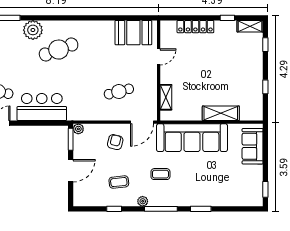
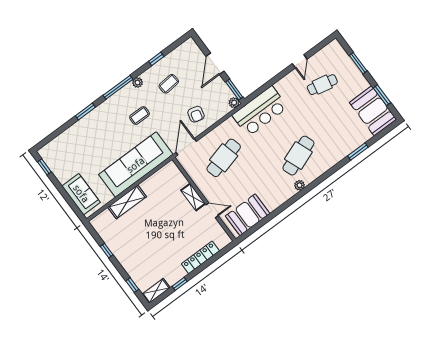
plant: (33, 30) -> (299, 185), moved, width x0.53, depth x0.53
door: (159, 57) -> (212, 210), swing flipped
cafe table: (119, 92) -> (224, 158), width x1.37, depth x1.35
shelving: (166, 97) -> (193, 197), moved
bar counter: (42, 107) -> (260, 111), moved

